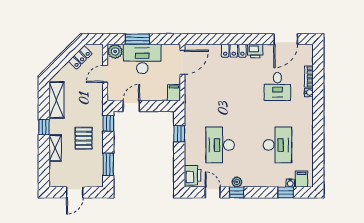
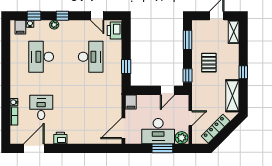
locker: (234, 51) -> (79, 138), removed
locker: (80, 57) -> (216, 129), width x1.53
shelving: (55, 148) -> (234, 32), moved
plant: (237, 182) -> (54, 25), moved
window: (237, 192) -> (62, 16), moved

